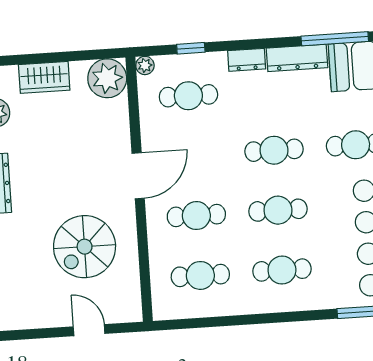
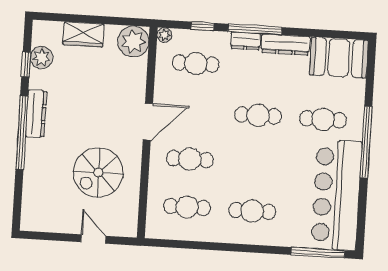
window: (335, 39) -> (255, 29), moved
cafe table: (278, 210) -> (255, 163), removed

